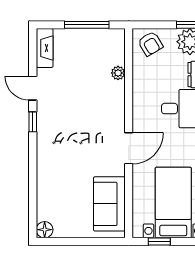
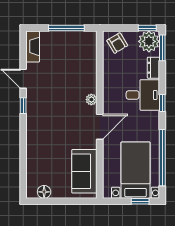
plant: (118, 73) -> (91, 100), moved
floor lamp: (45, 230) -> (44, 192), moved
window: (159, 241) -> (140, 201), moved

